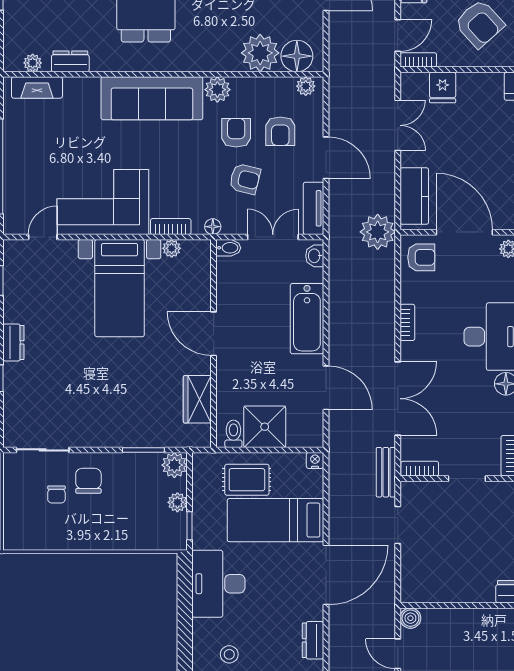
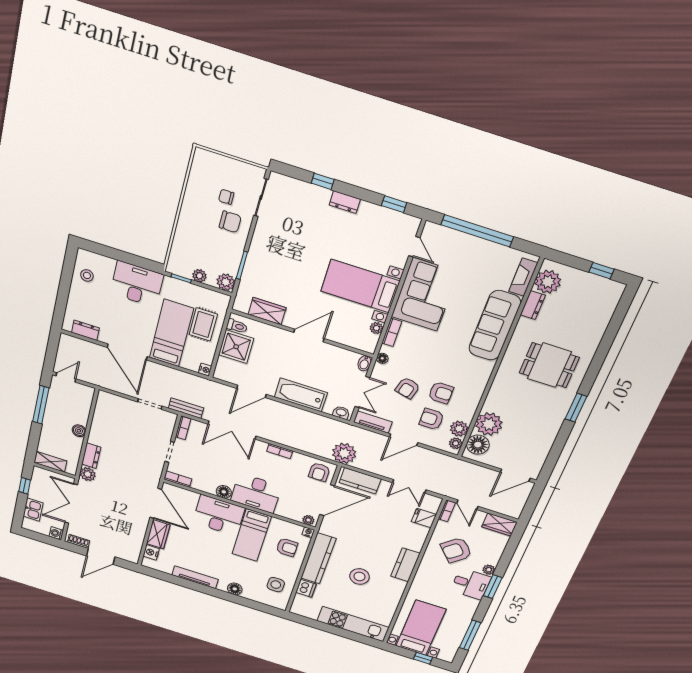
plant: (33, 63) -> (548, 282), width x1.87, depth x1.87
plant: (217, 90) -> (459, 429), moved
sofa: (152, 98) -> (495, 326), moved
boiler: (410, 618) -> (79, 431), moved

